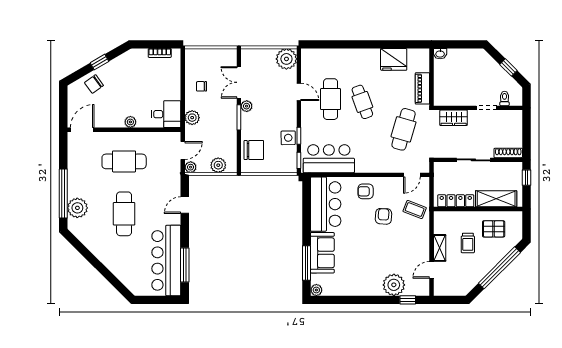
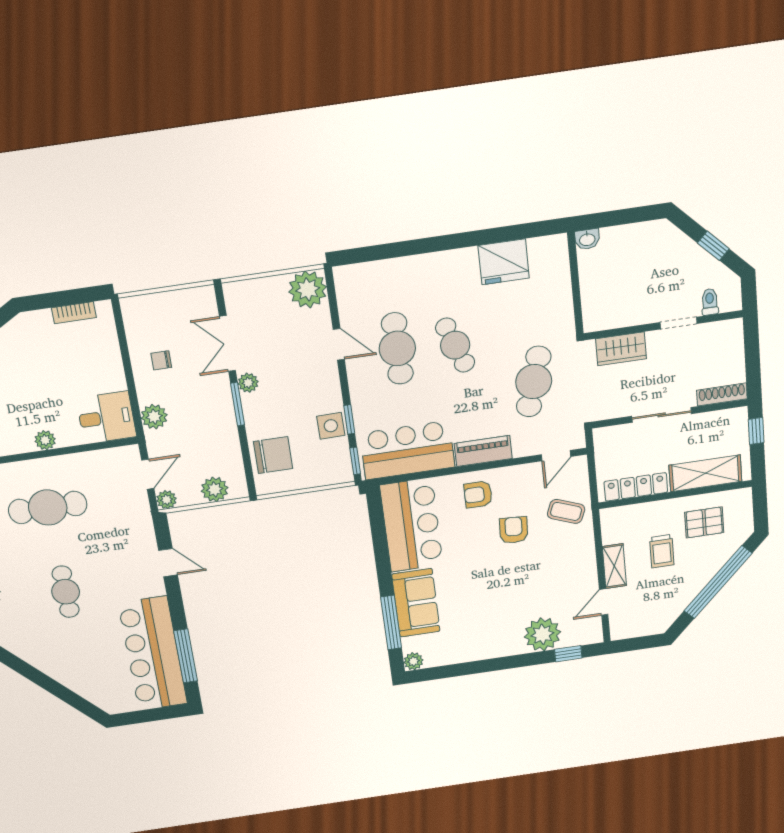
piano: (422, 88) -> (483, 451), moved, turned 90
door: (185, 205) -> (168, 563), swing flipped
cafe table: (124, 214) -> (66, 592), width x0.73, depth x0.74

